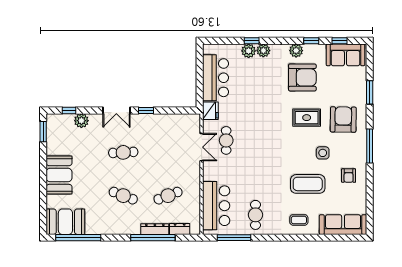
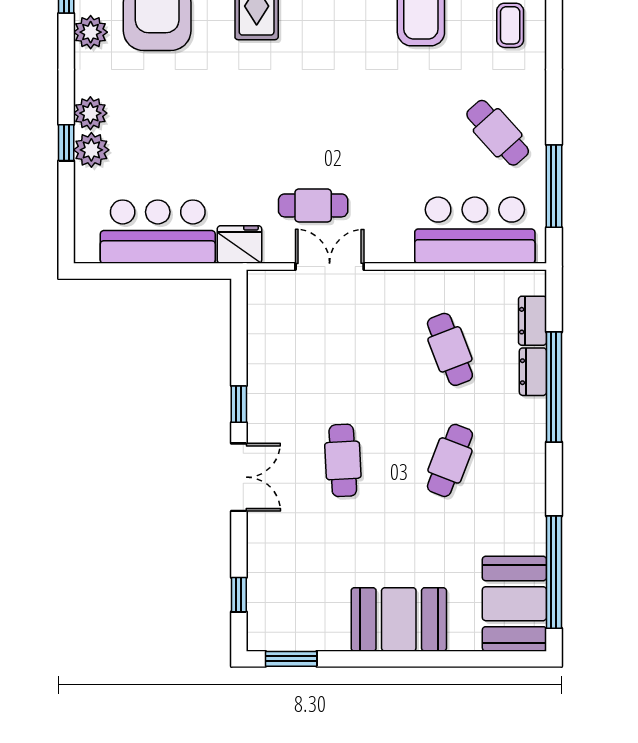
plant: (81, 121) -> (264, 564), removed
cafe table: (256, 215) -> (498, 133), turned 48
dresser: (155, 229) -> (533, 372), width x0.70

